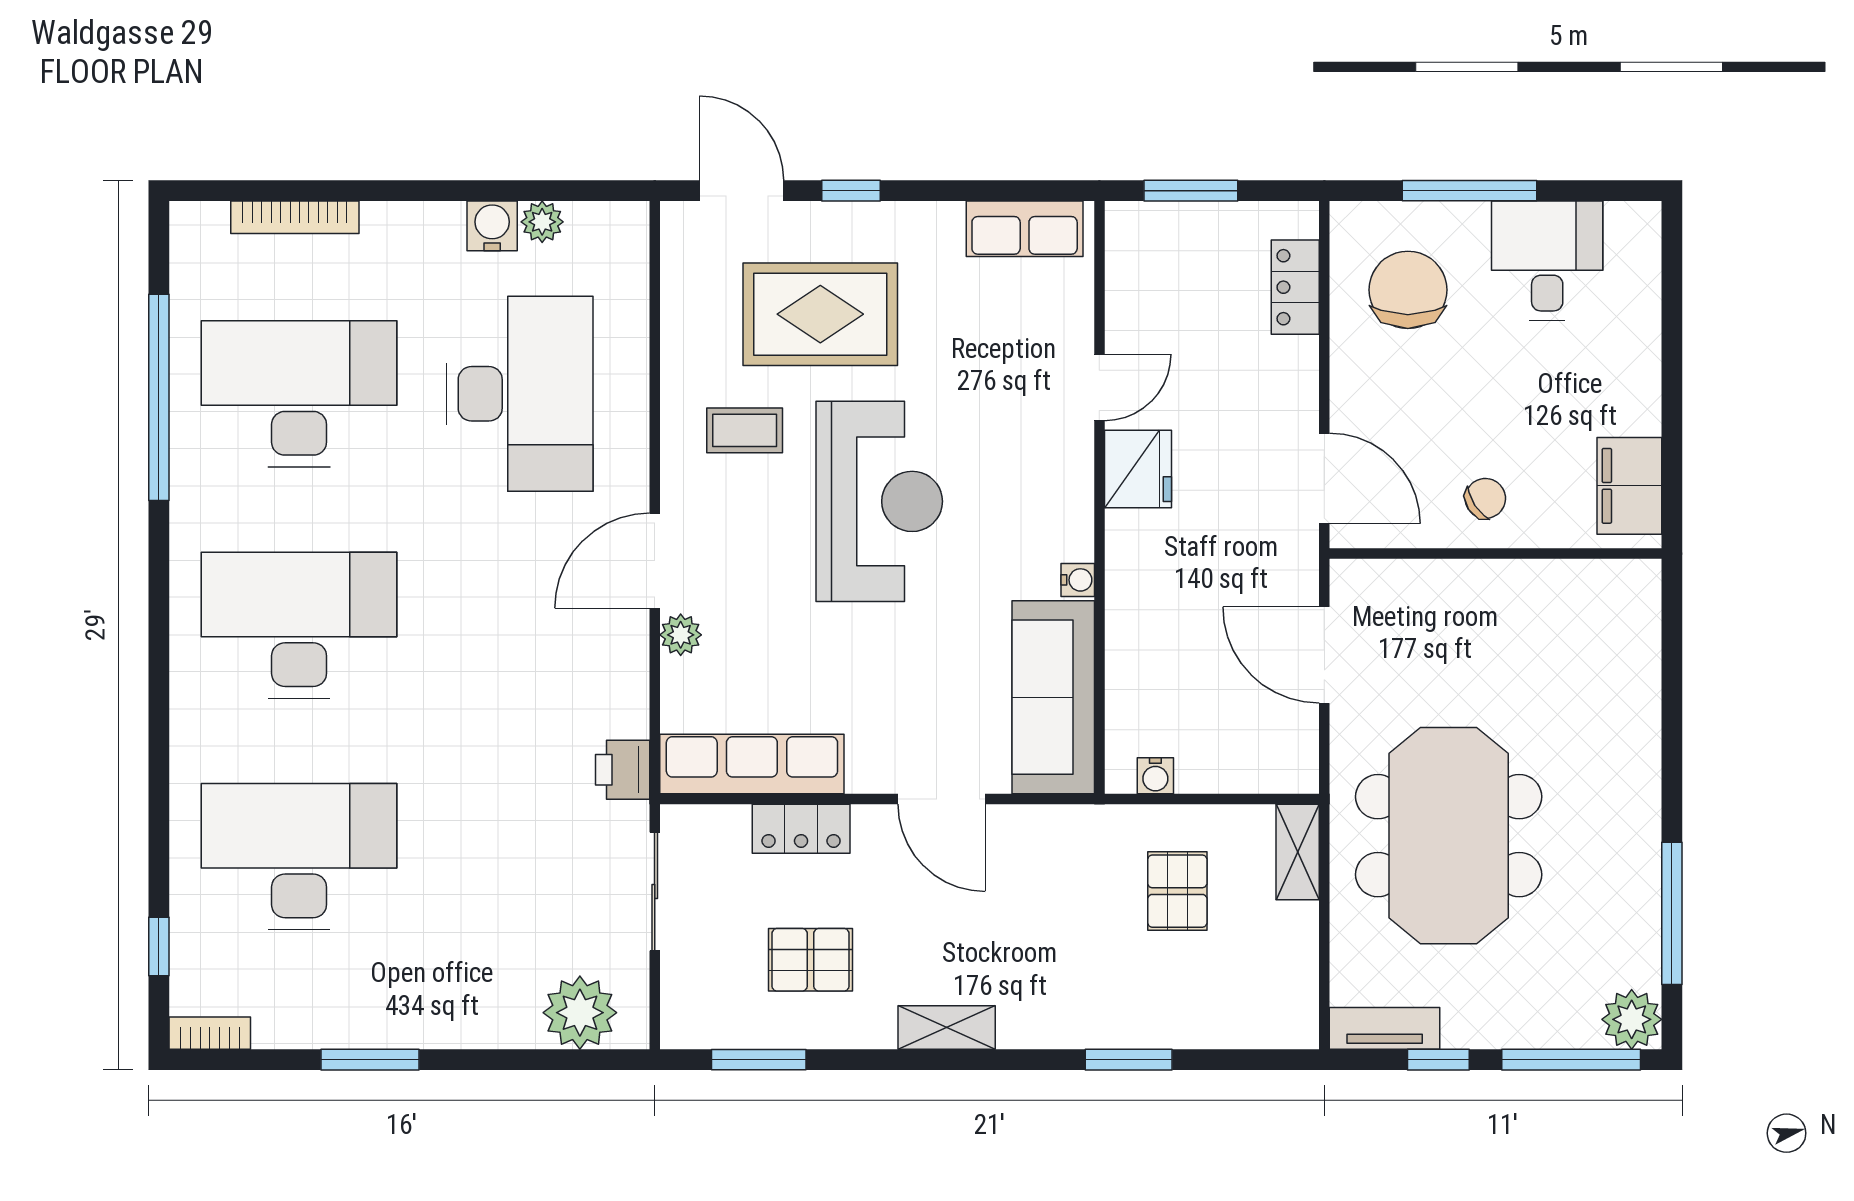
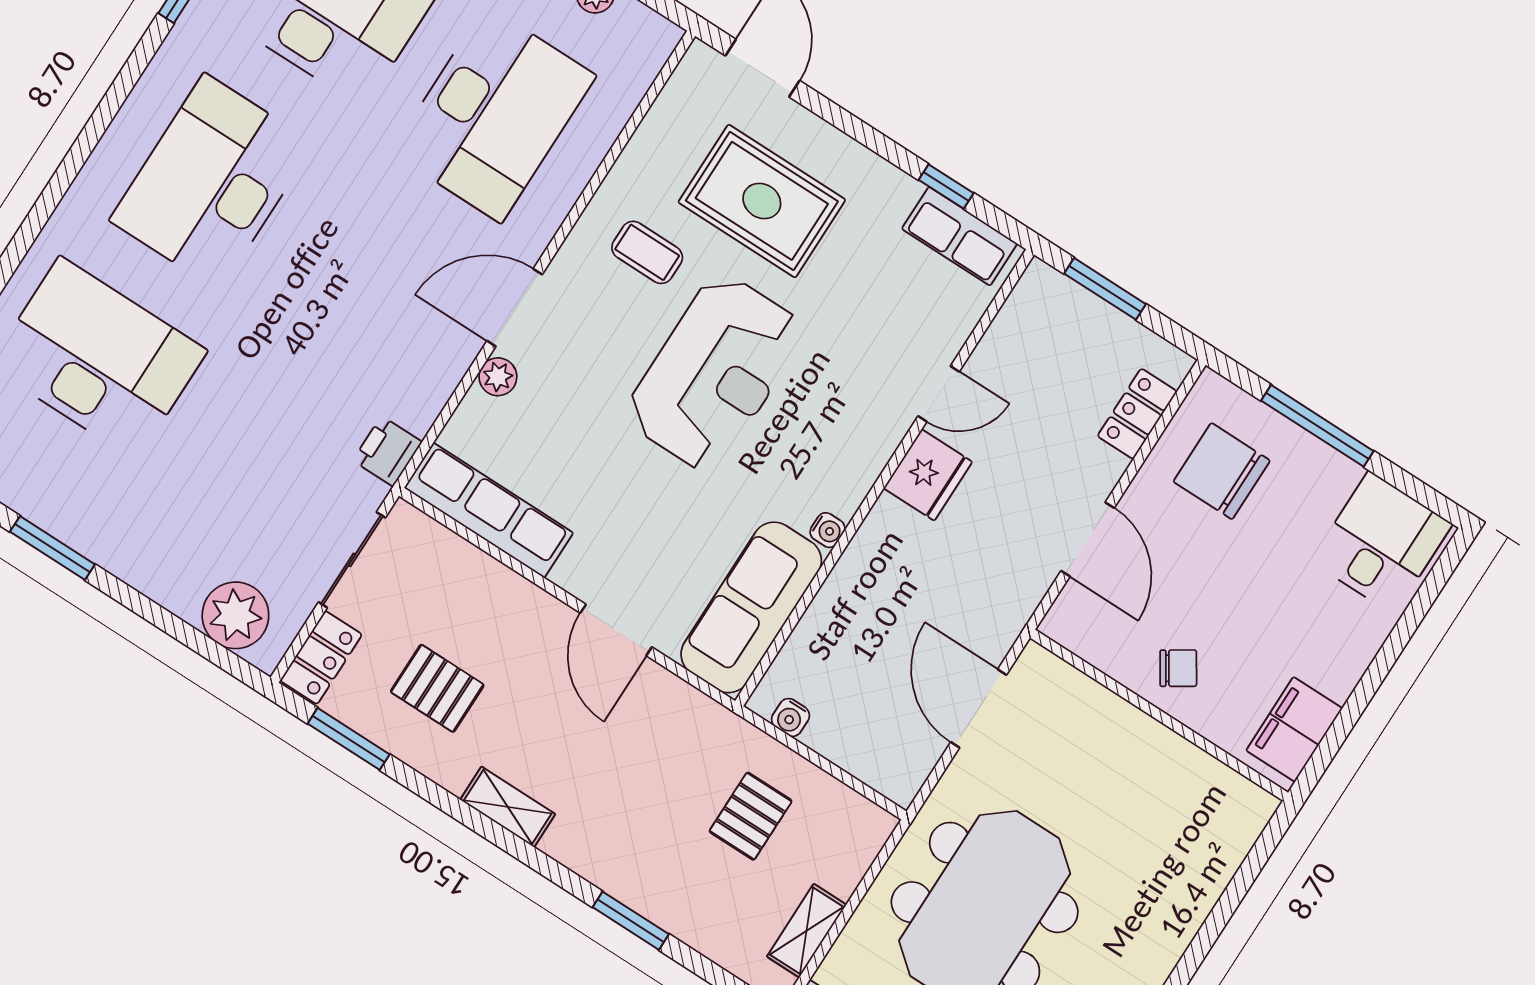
window: (851, 191) -> (946, 186), moved
desk: (1547, 261) -> (1381, 543), moved
chair: (1408, 290) -> (1222, 471), turned -90
door: (1324, 478) -> (1088, 539), moved
desk: (299, 625) -> (212, 182), turned -90
locker: (801, 829) -> (321, 658), moved, turned -90
shelving: (1298, 852) -> (807, 931), moved

